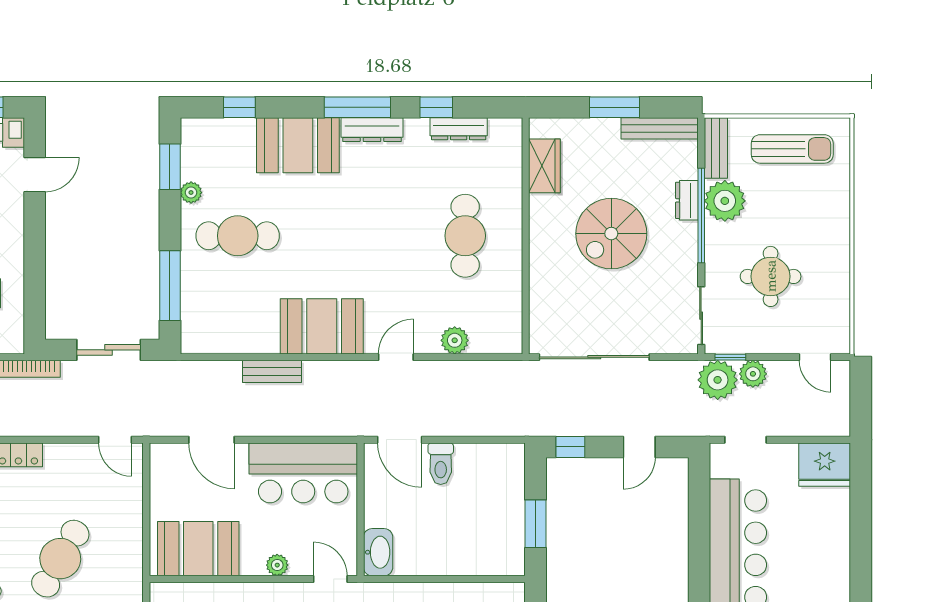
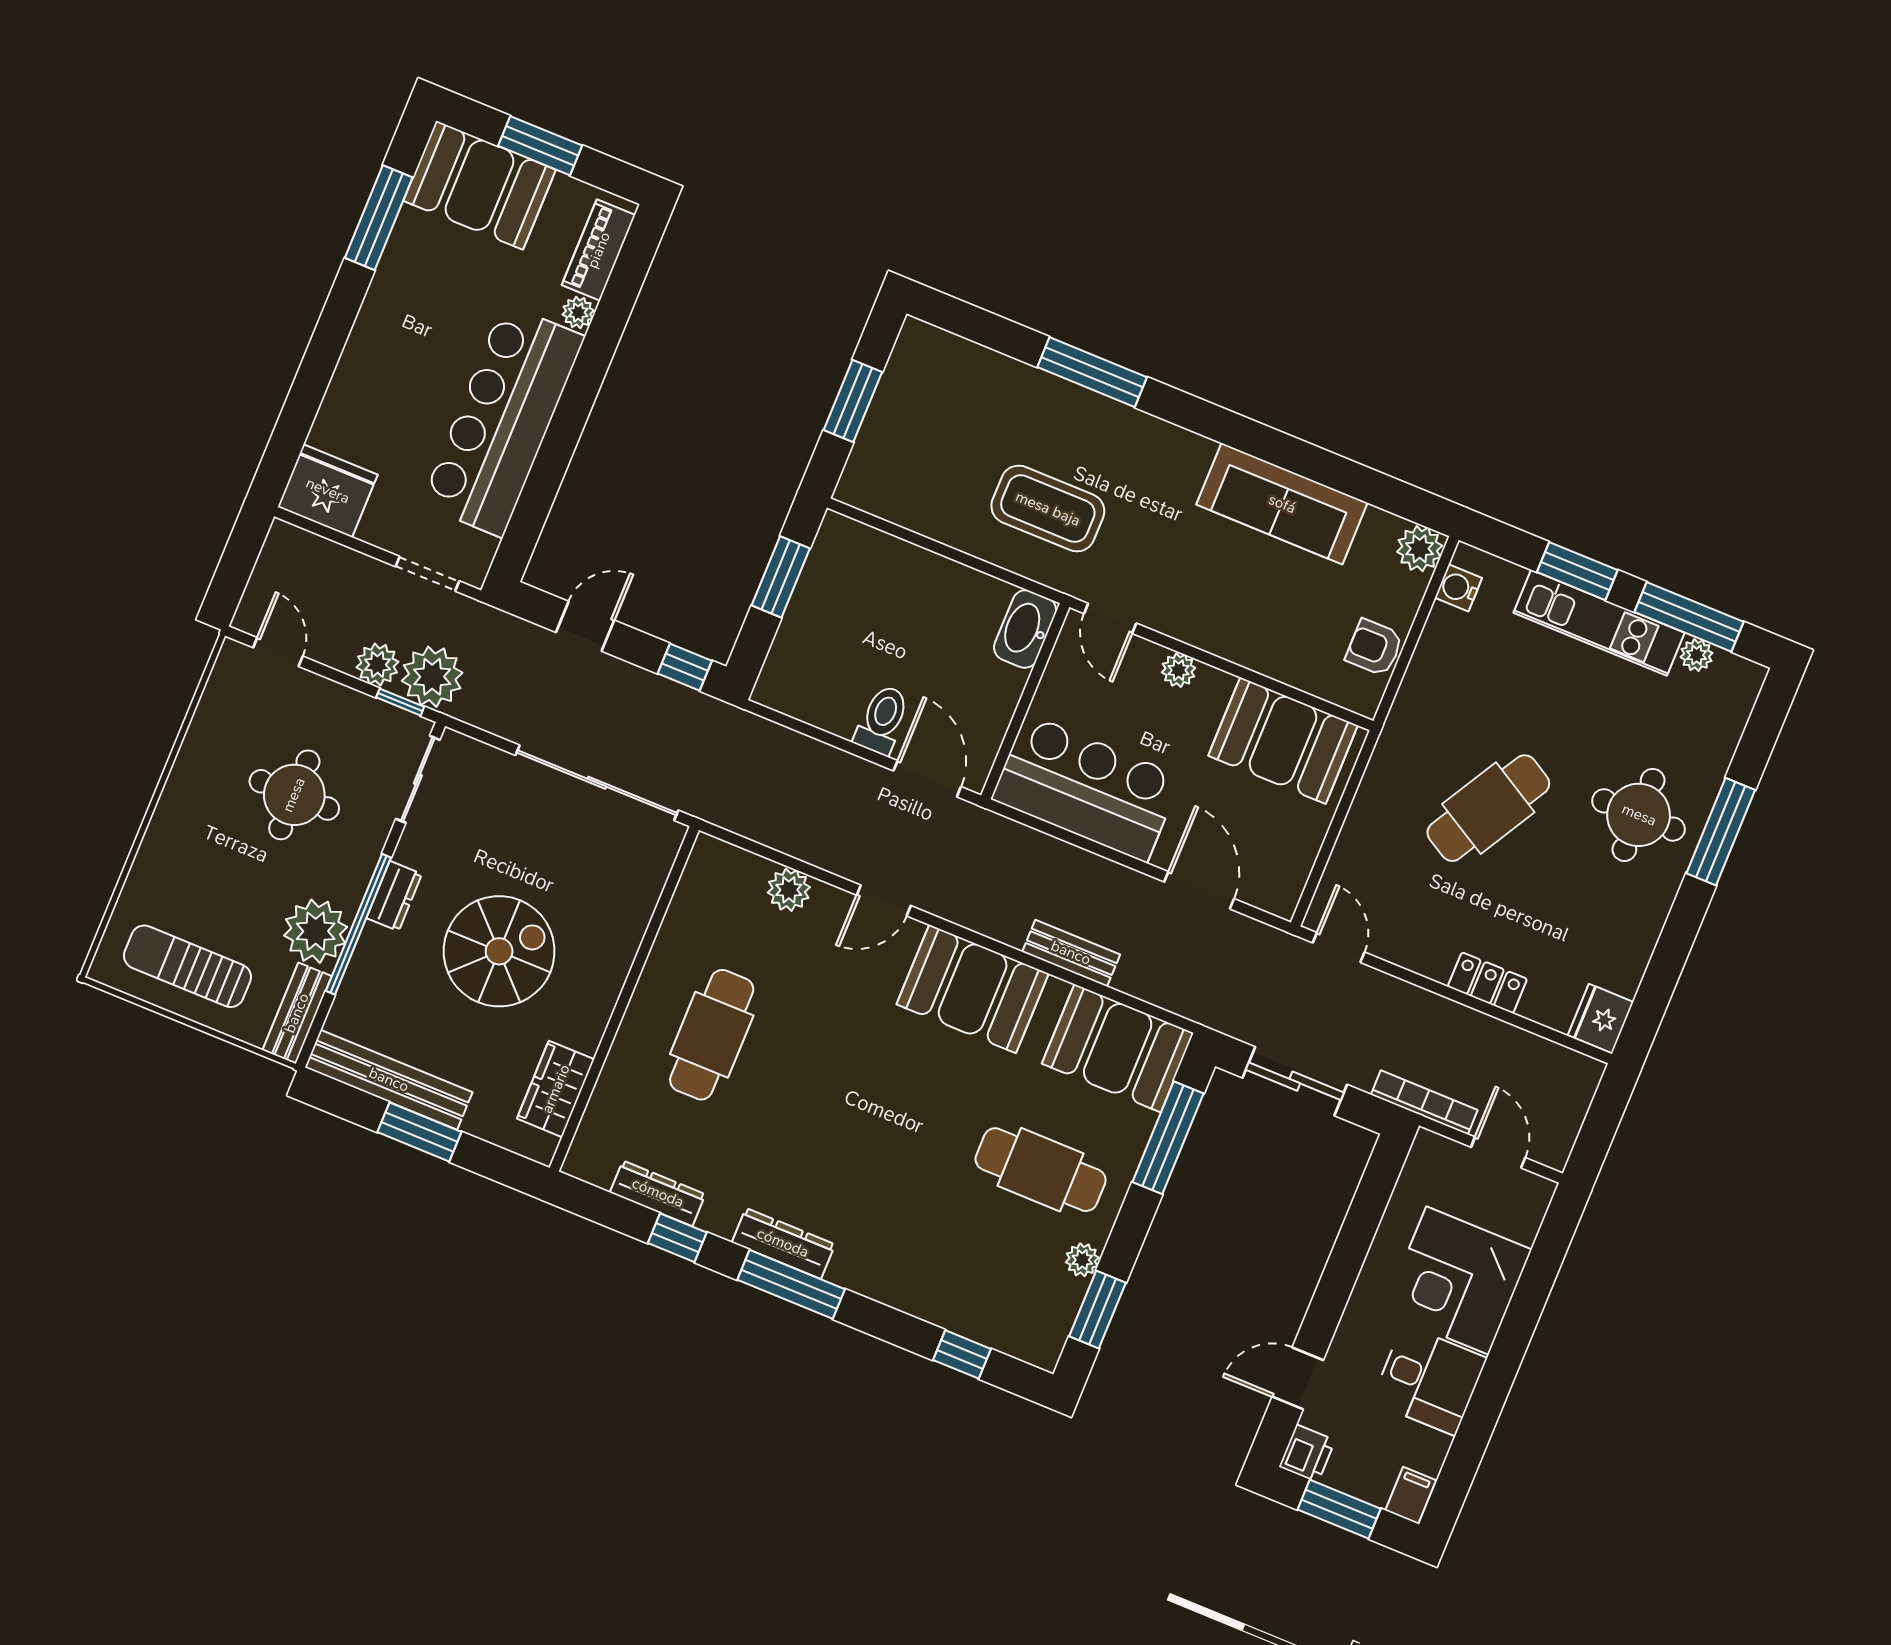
bench: (660, 128) -> (389, 1080), width x1.37, depth x1.21
booth: (298, 145) -> (1118, 1048), moved
dresser: (687, 200) -> (394, 896), moved

